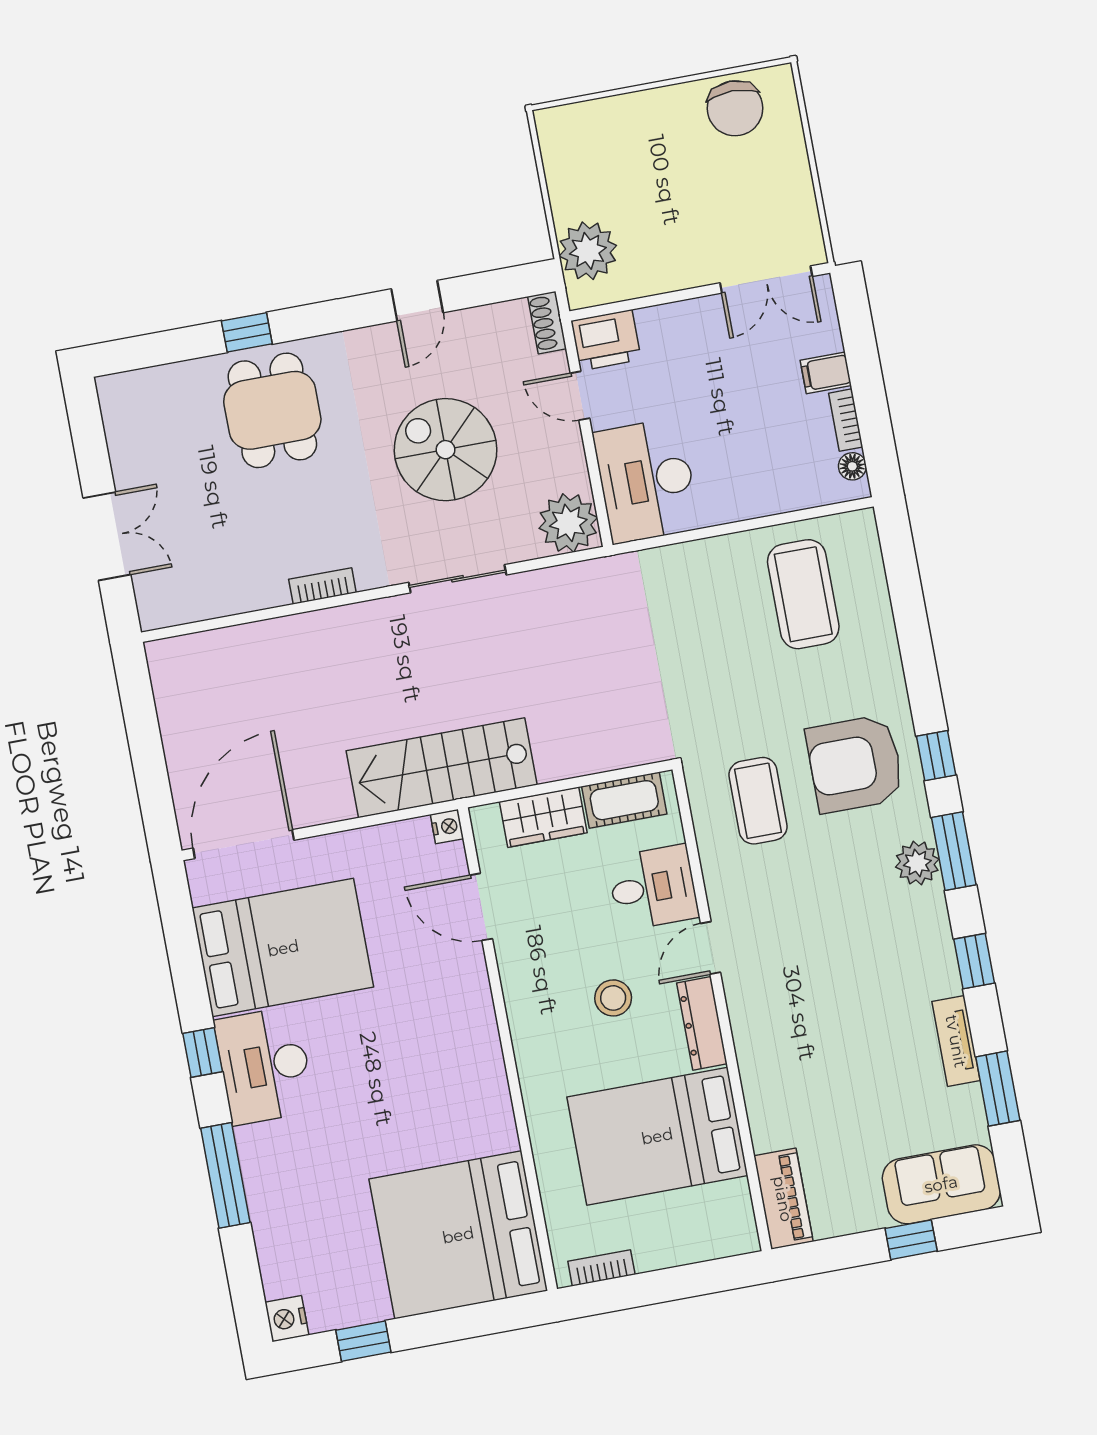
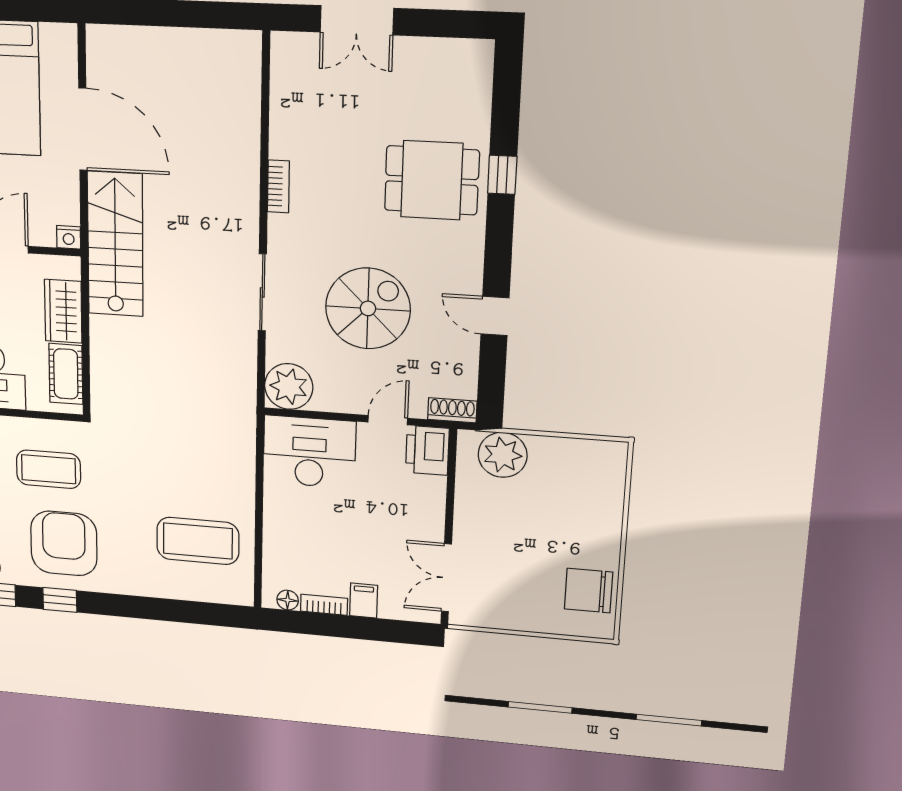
door: (244, 844) -> (83, 129), moved

